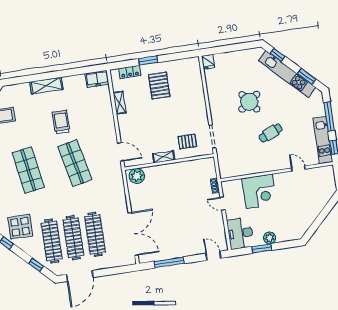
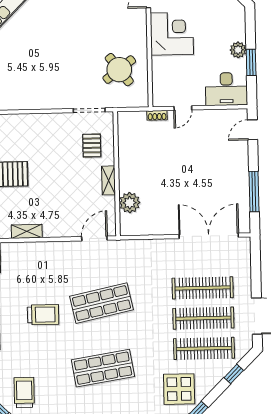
round table: (249, 102) -> (119, 70), moved
trolley: (61, 122) -> (43, 315), turned 180
cafe table: (271, 133) -> (95, 30), removed
plant: (137, 176) -> (130, 203), moved
corner desk: (259, 191) -> (172, 34), moved

